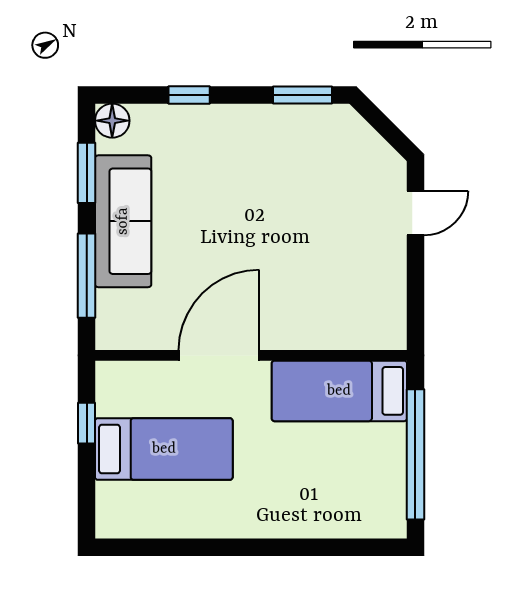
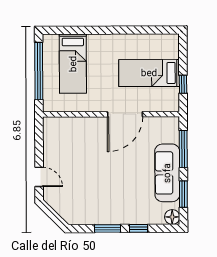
window: (302, 95) -> (107, 228), moved
door: (415, 213) -> (39, 177), swing flipped
bed: (339, 391) -> (73, 64), moved, turned 90

